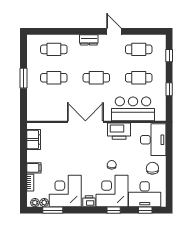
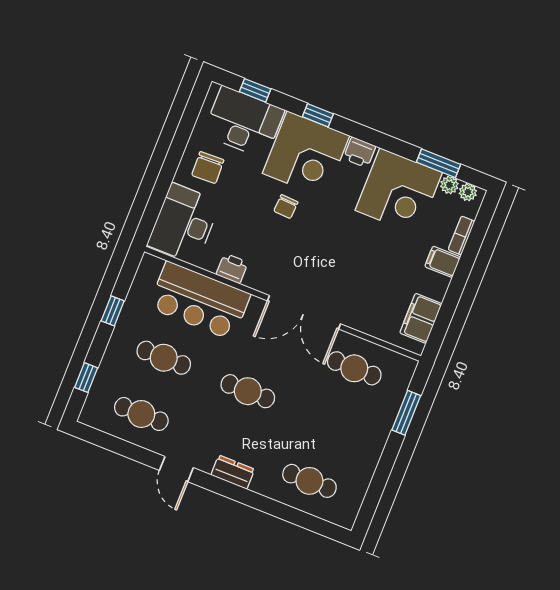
window: (23, 78) -> (406, 413), moved
cafe table: (54, 78) -> (354, 368), moved
printer: (119, 131) -> (232, 268), width x0.53, depth x0.68

